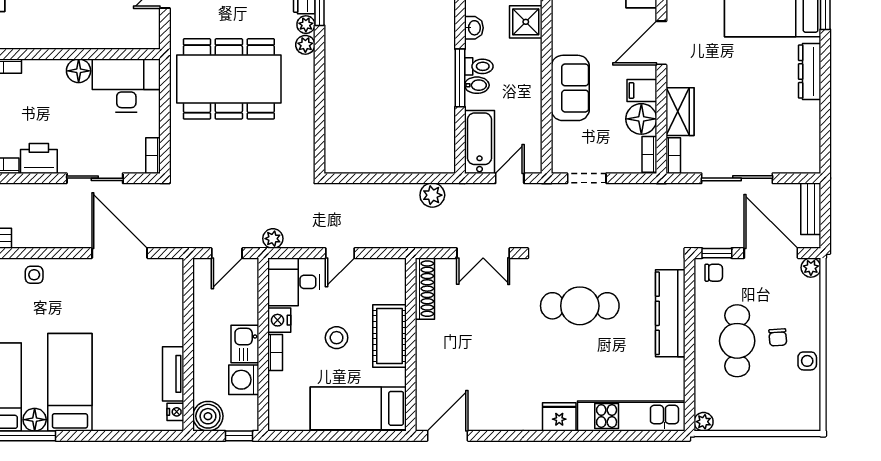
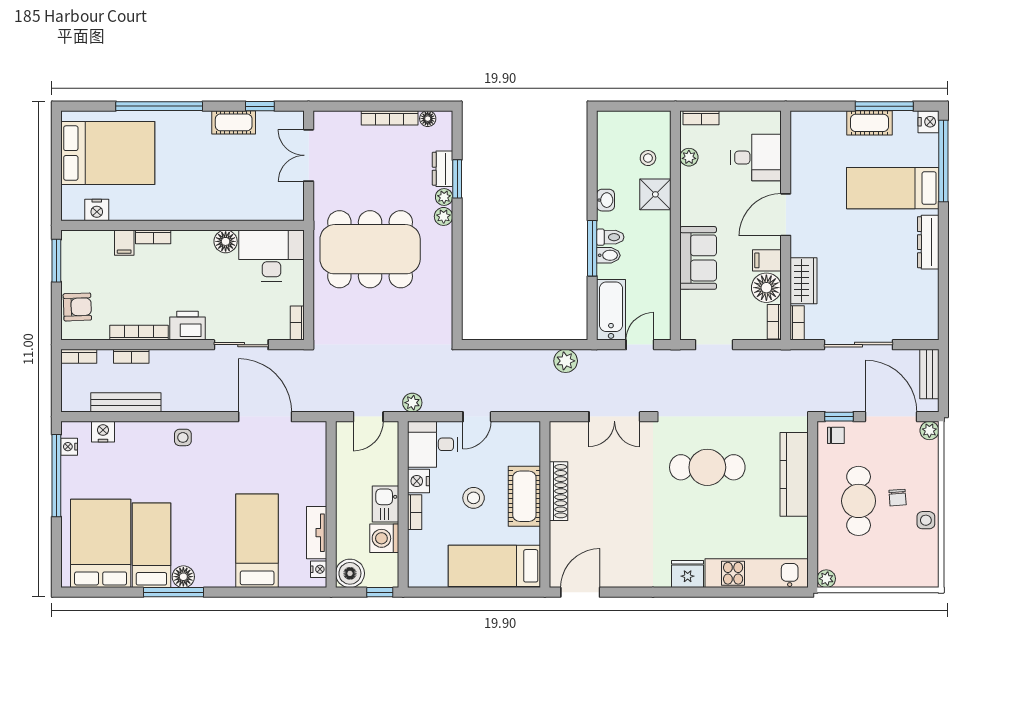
shoe rack: (425, 289) -> (559, 491), moved
bed: (70, 382) -> (257, 541), moved

